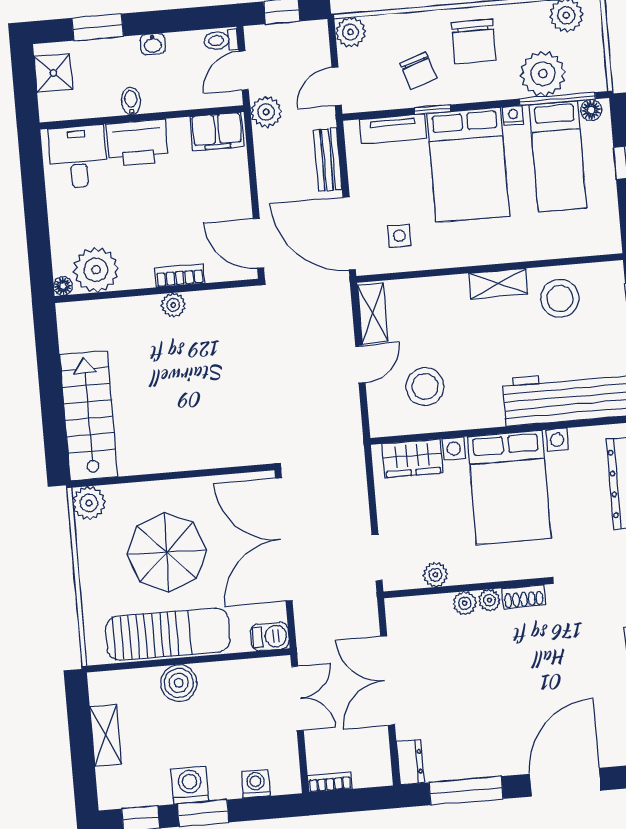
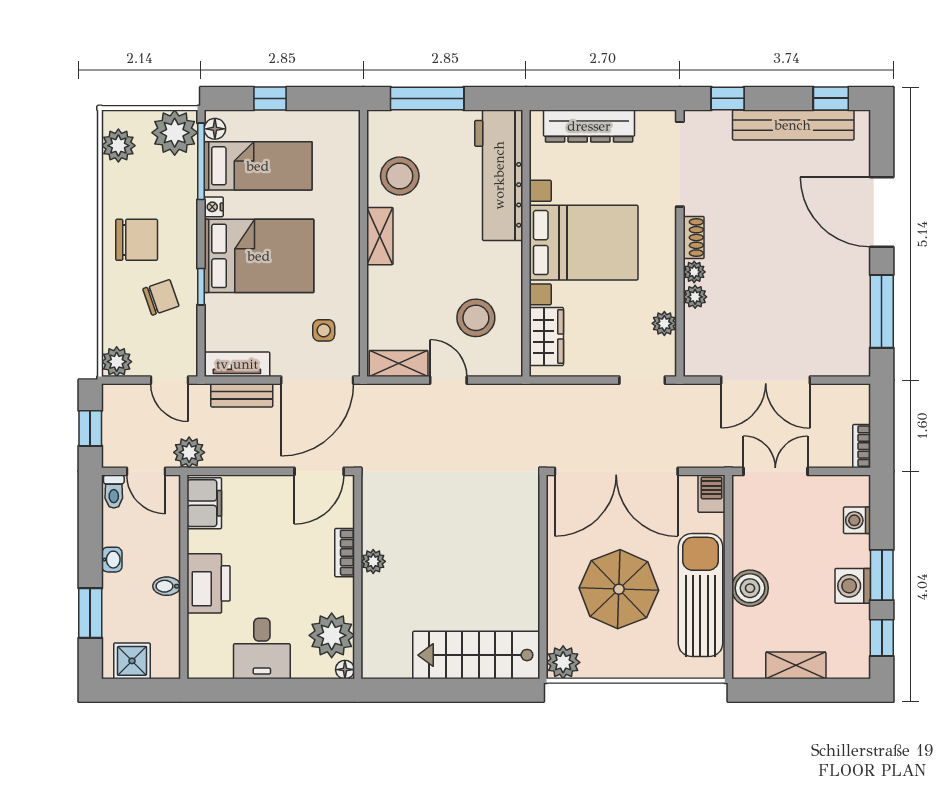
plant: (543, 74) -> (175, 133), moved
tv unit: (393, 129) -> (237, 364), moved, turned -90
desk: (78, 157) -> (262, 648), moved, turned -90
dresser: (410, 762) -> (849, 364), removed

